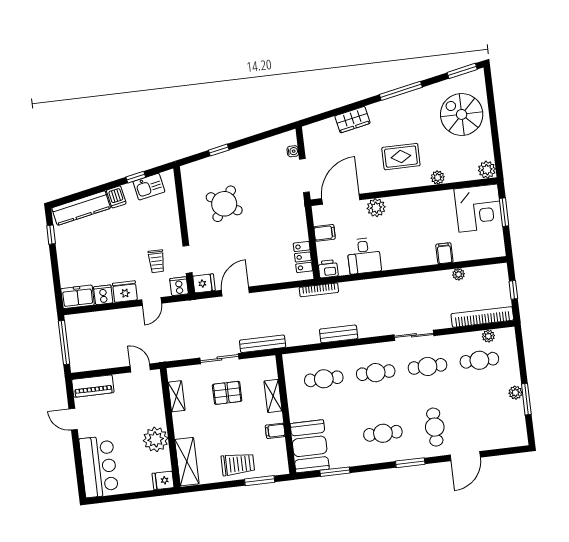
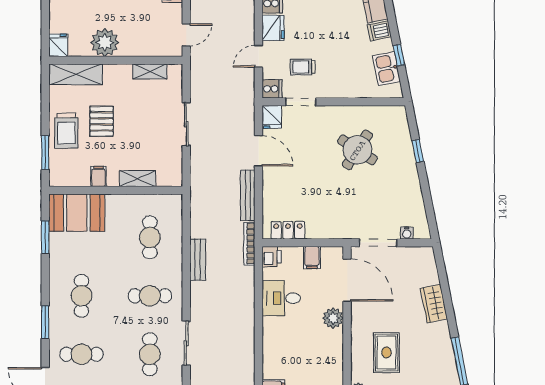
door: (152, 302) -> (258, 56), hinge flipped
bench: (263, 344) -> (248, 195), moved
cafe table: (376, 373) -> (150, 296), turned 90
pallet: (227, 393) -> (102, 121), moved

